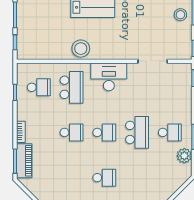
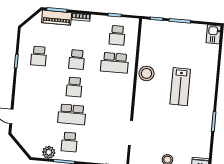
desk: (109, 77) -> (121, 95), removed
school desk: (104, 178) -> (39, 56), moved

